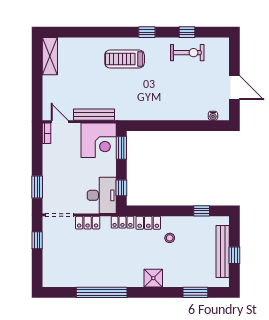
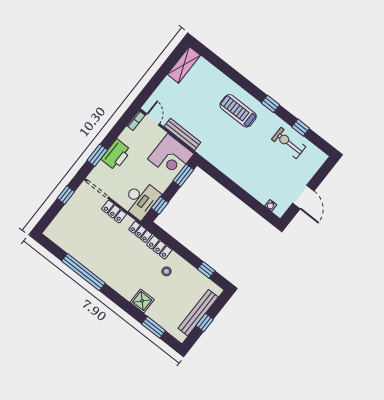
exercise bike: (187, 53) -> (289, 143), turned 180
printer: (52, 174) -> (116, 155), added
shower: (153, 278) -> (142, 301), moved

